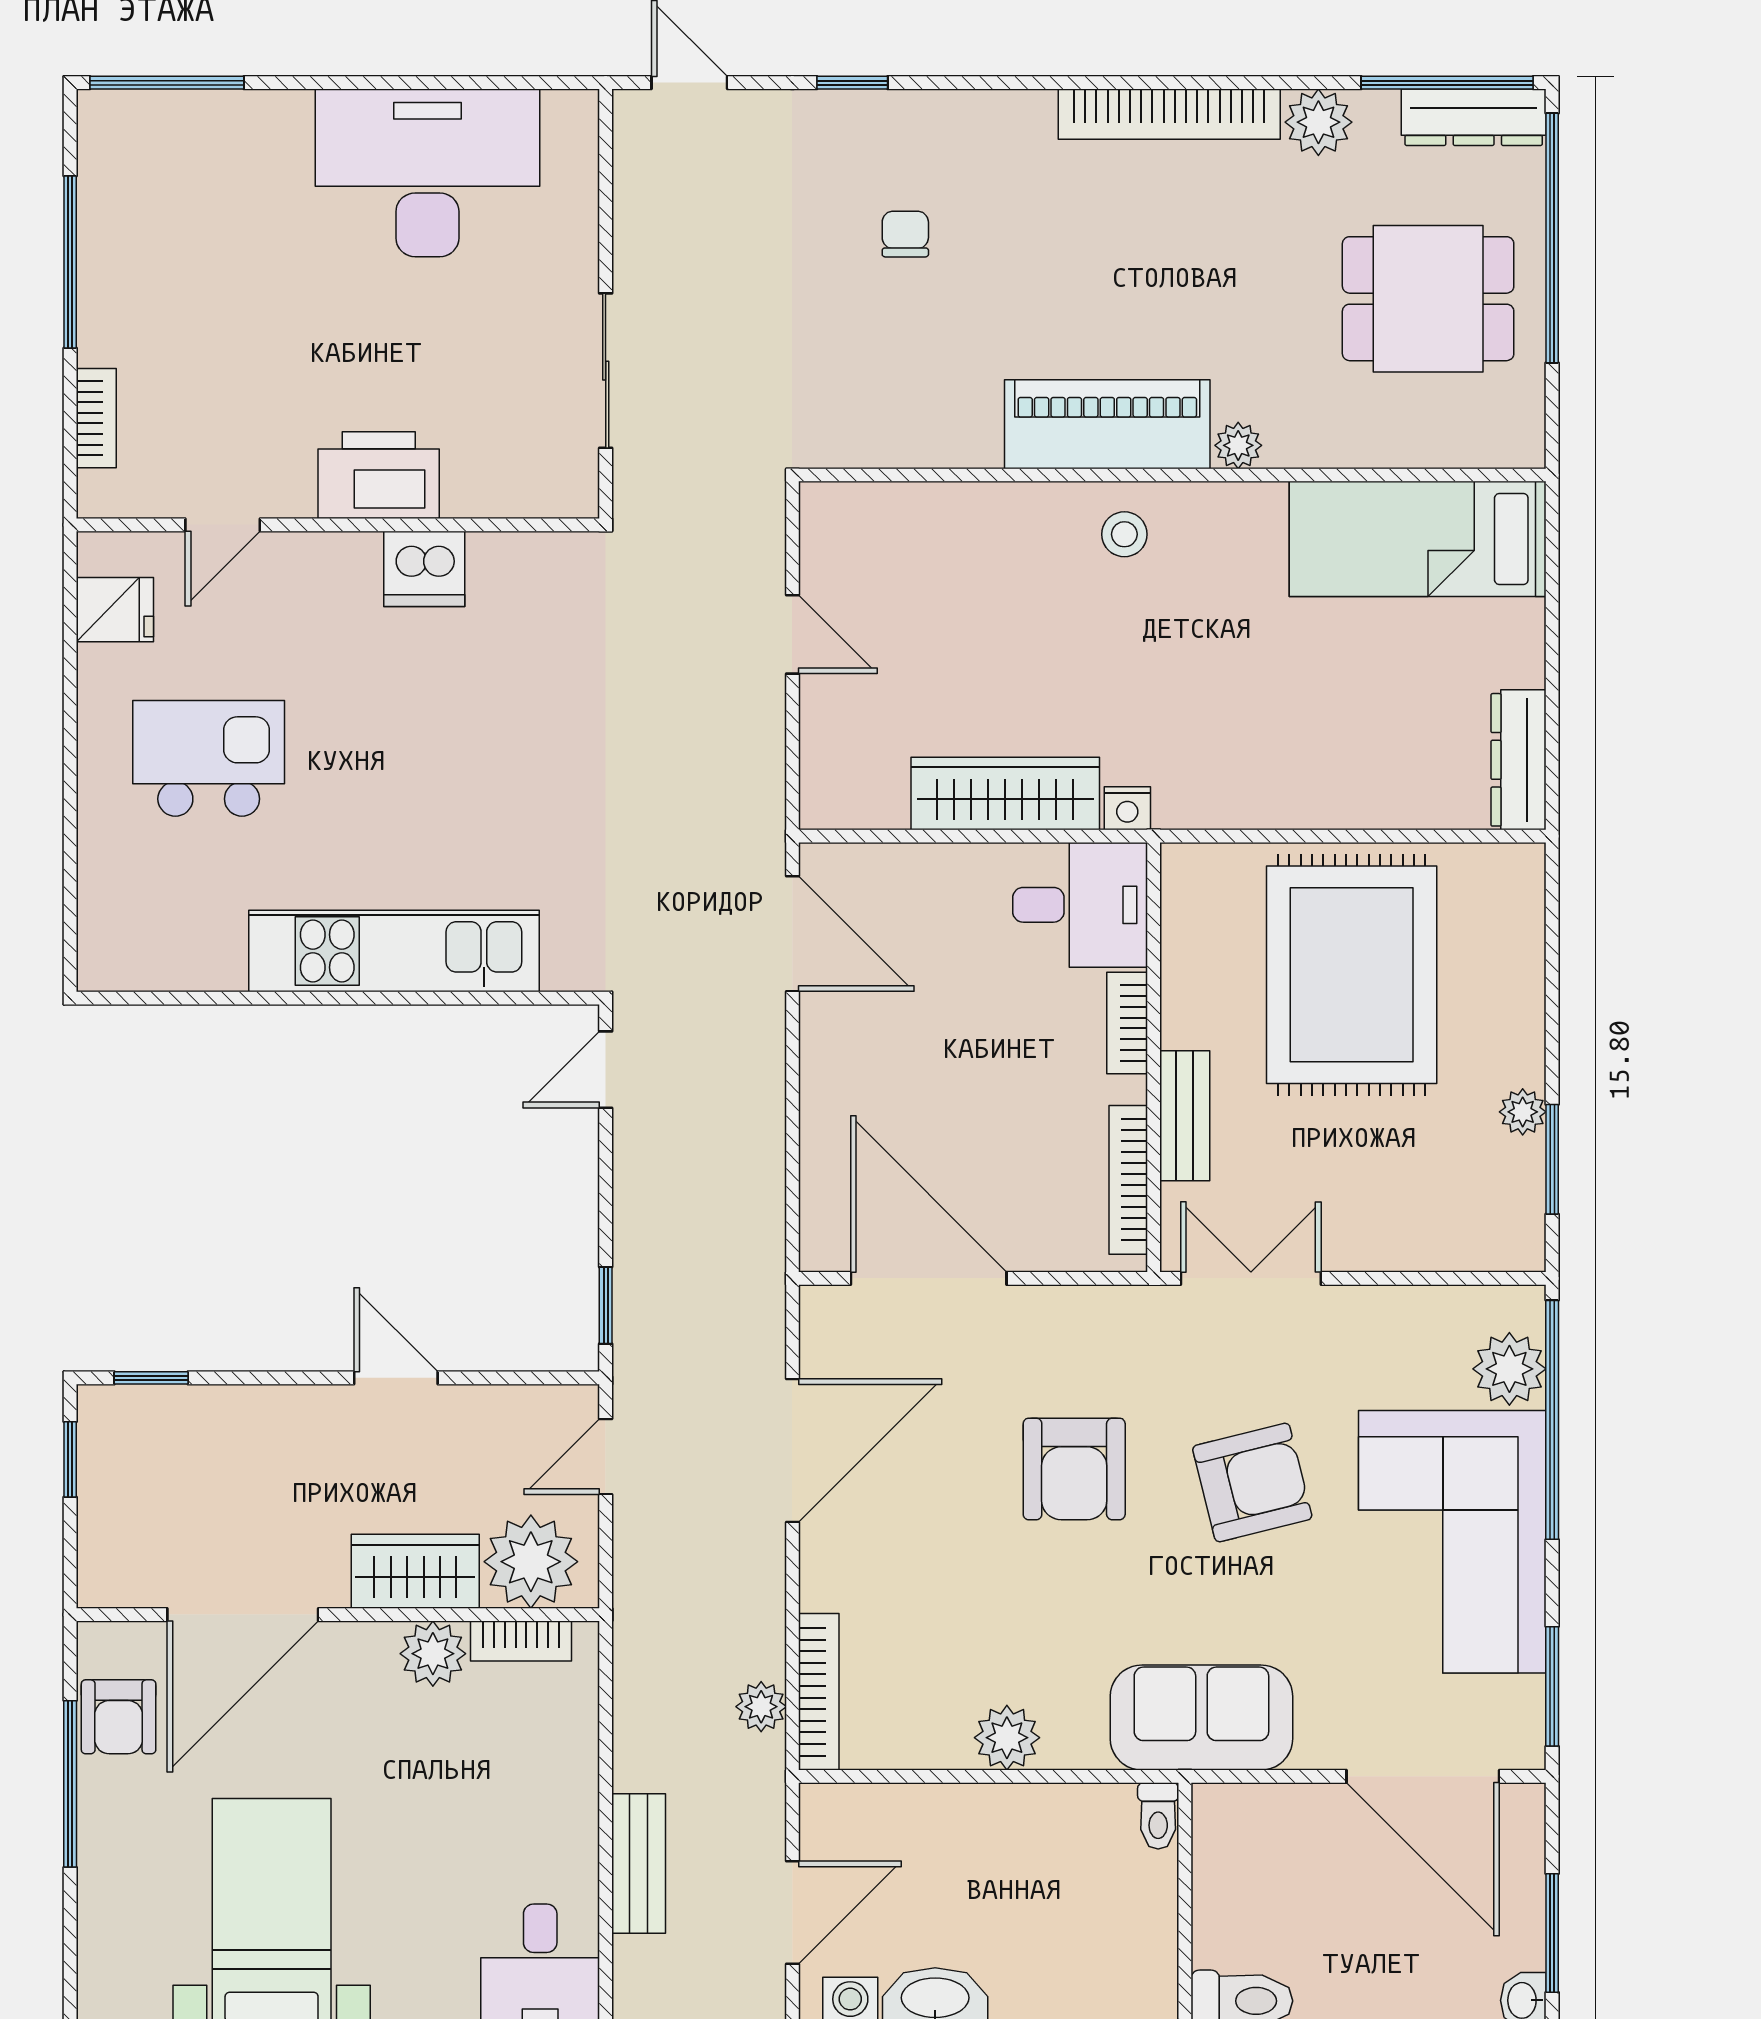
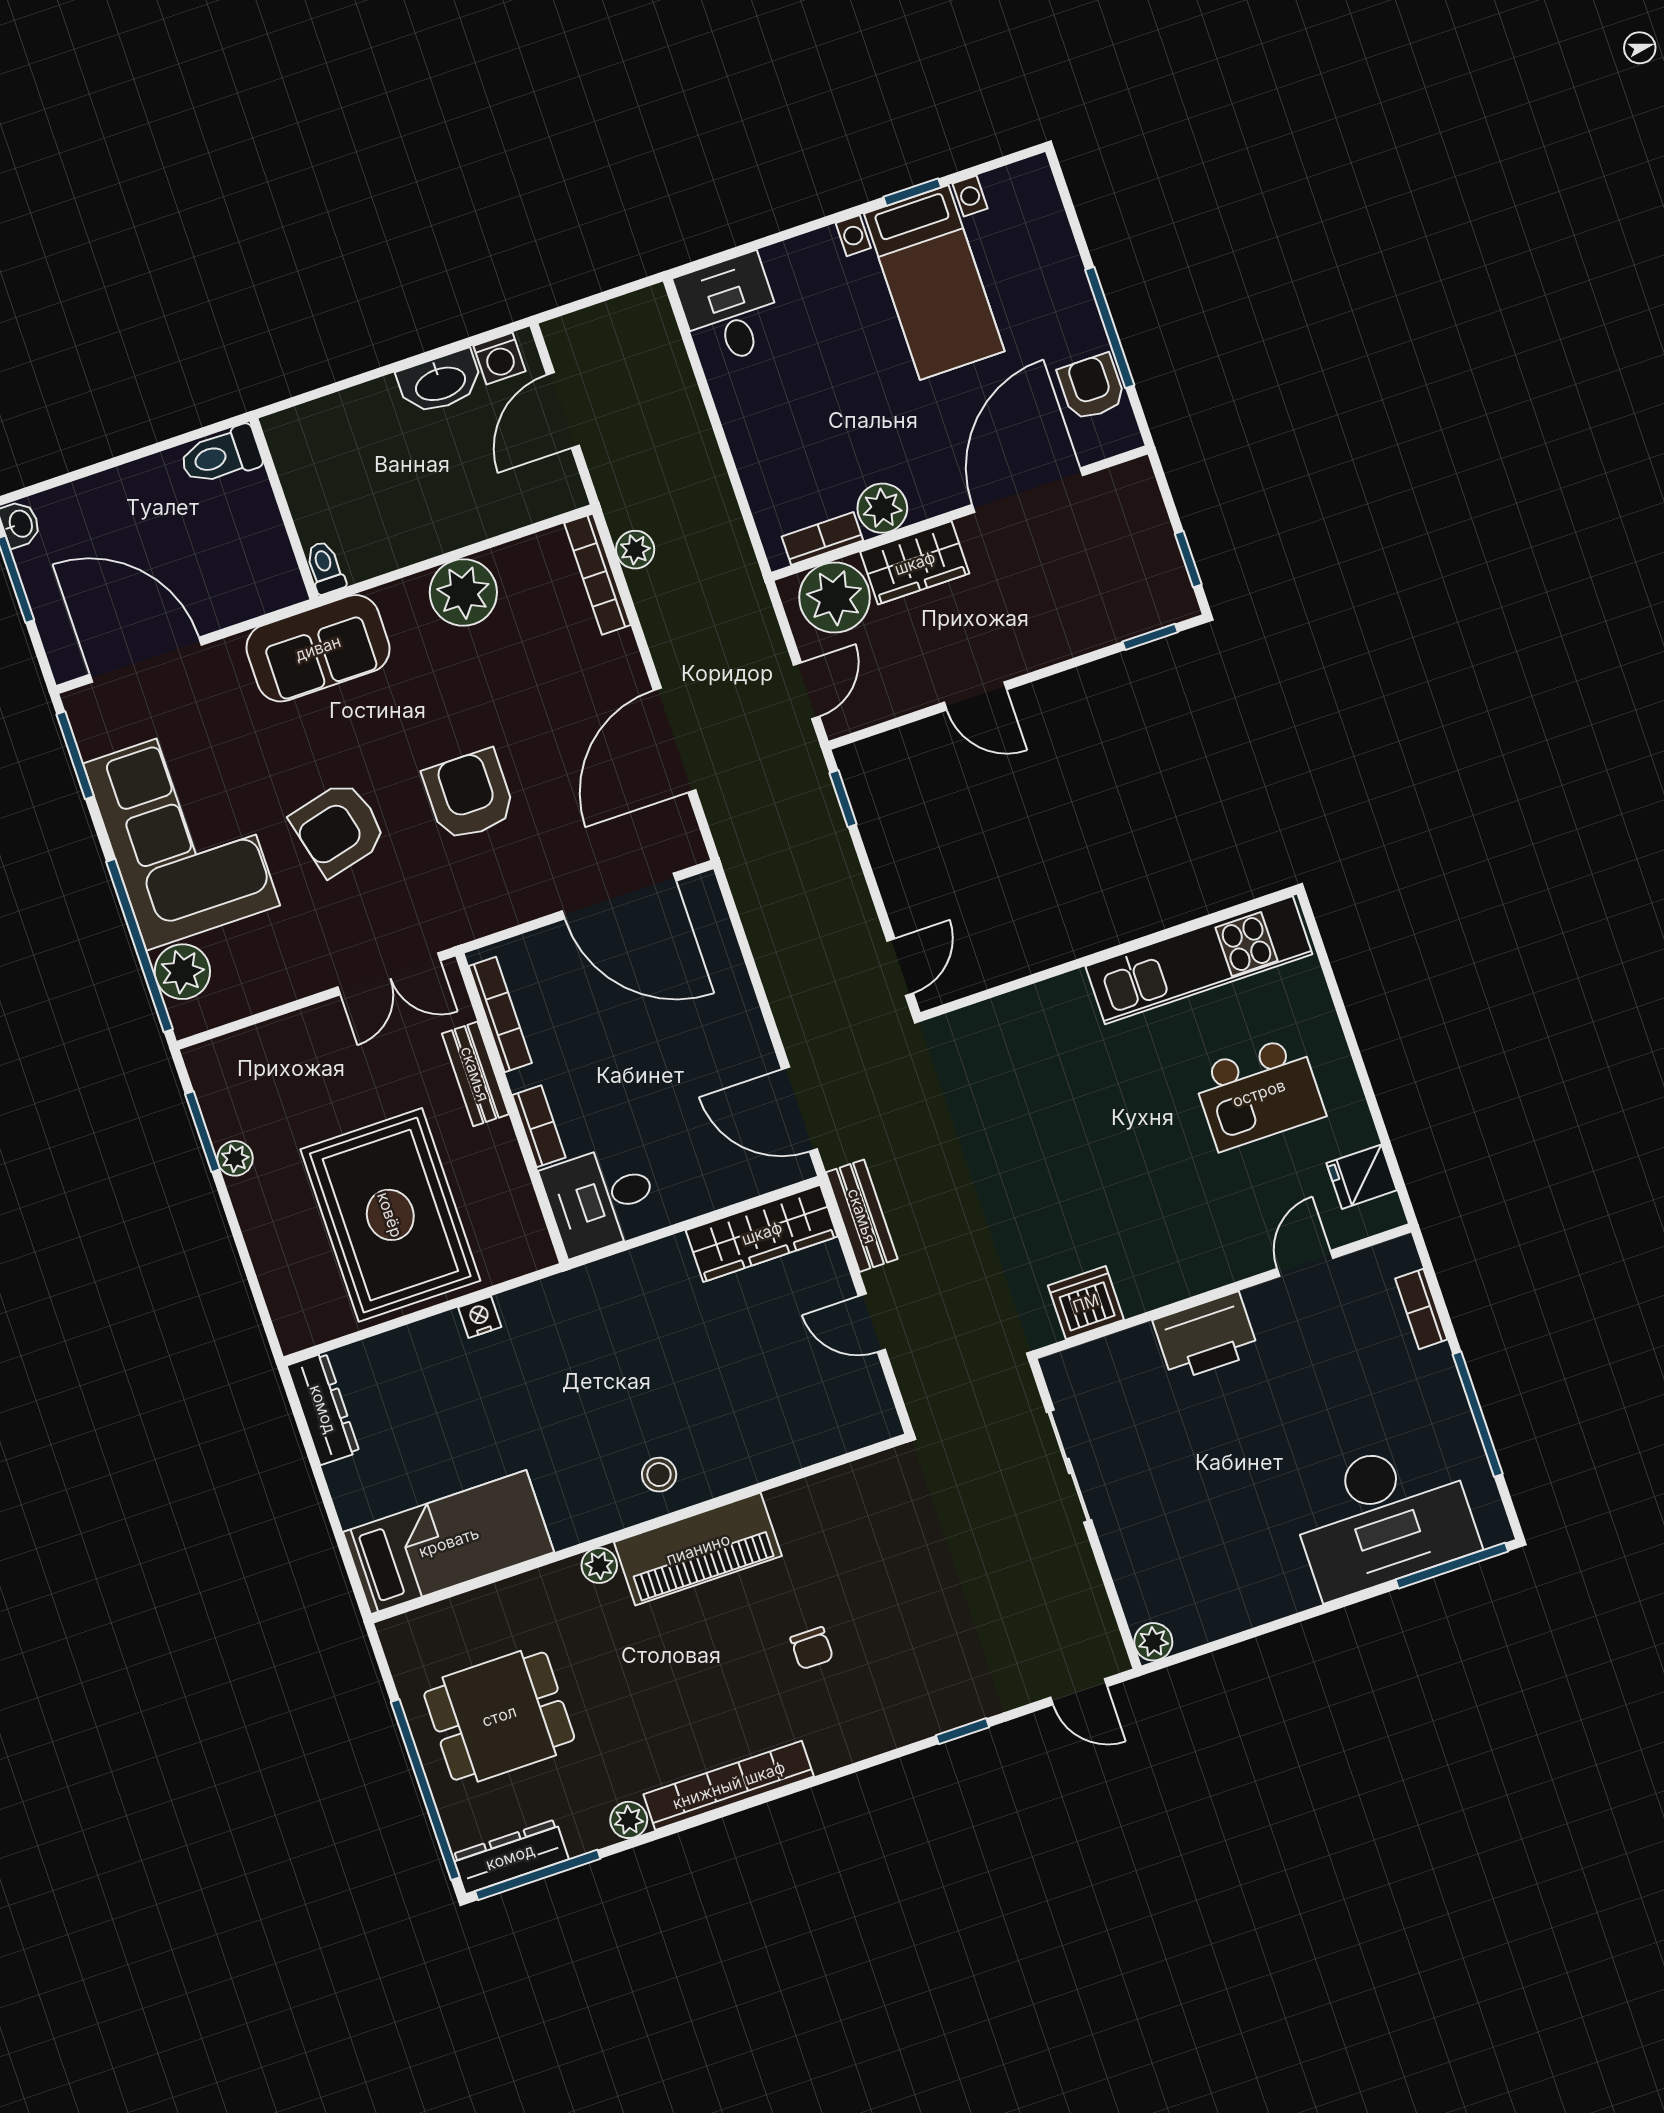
plant: (574, 114) -> (1153, 1642), added
plant: (1318, 122) -> (629, 1820), width x0.73, depth x0.73
desk: (427, 173) -> (1383, 1517), moved
chair: (905, 234) -> (812, 1648), moved
dishwasher: (424, 569) -> (1086, 1303), moved
wardrobe: (1005, 794) -> (762, 1233), moved
nightstand: (1127, 808) -> (480, 1317), moved
kitchen unit: (394, 951) -> (1199, 960), moved
plant: (1007, 1738) -> (463, 592), width x1.36, depth x1.36
bench: (639, 1863) -> (862, 1216), moved

